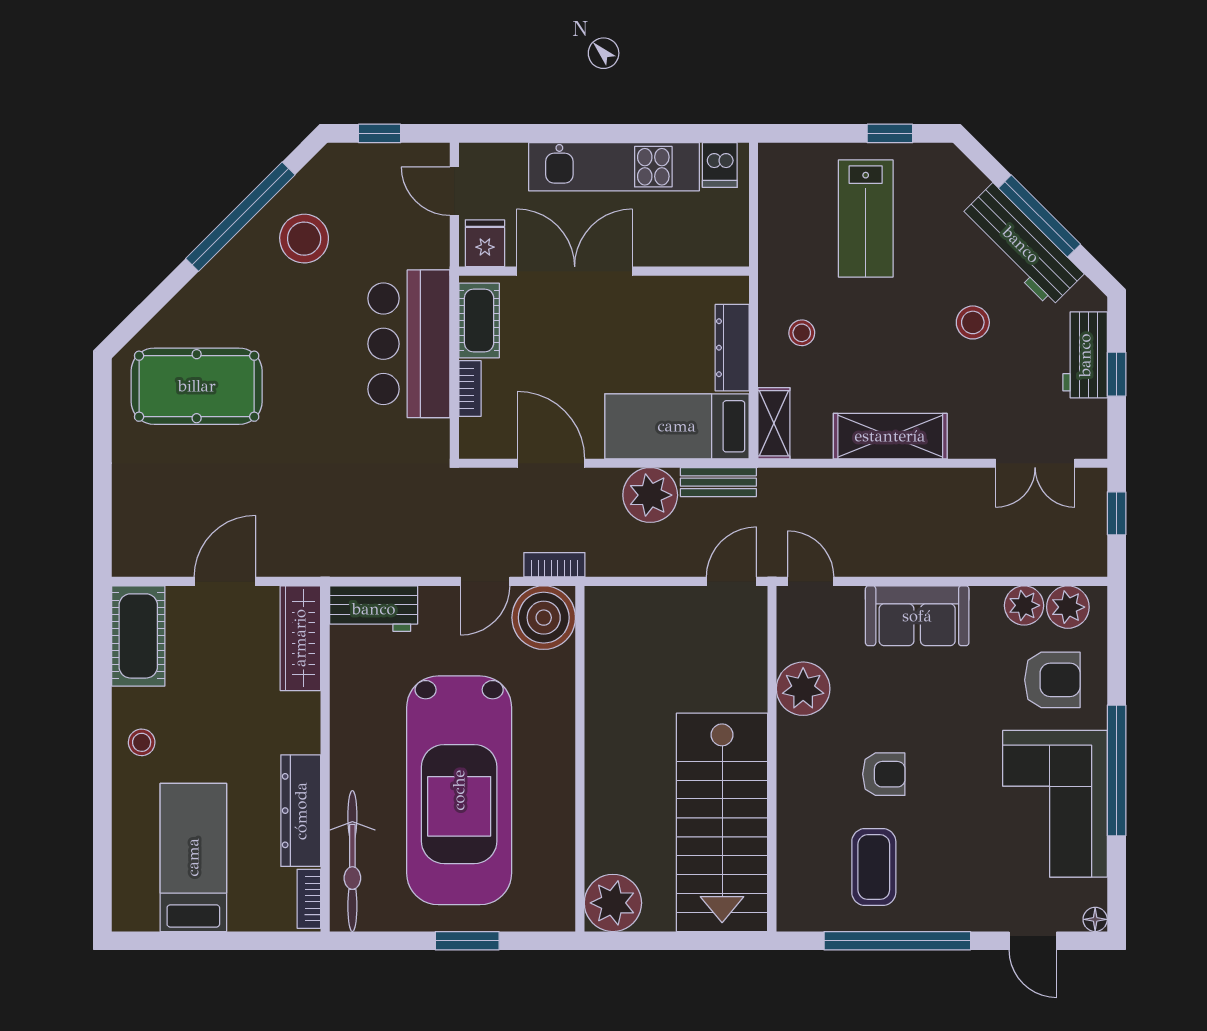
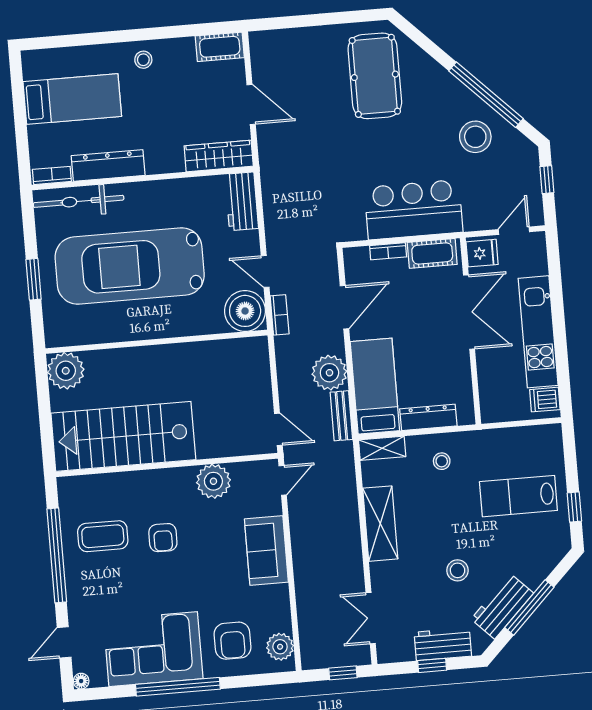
workbench: (1021, 245) -> (502, 606), width x0.73
plant: (1024, 605) -> (279, 619), removed
cot: (138, 636) -> (220, 47), width x0.73, depth x0.75

